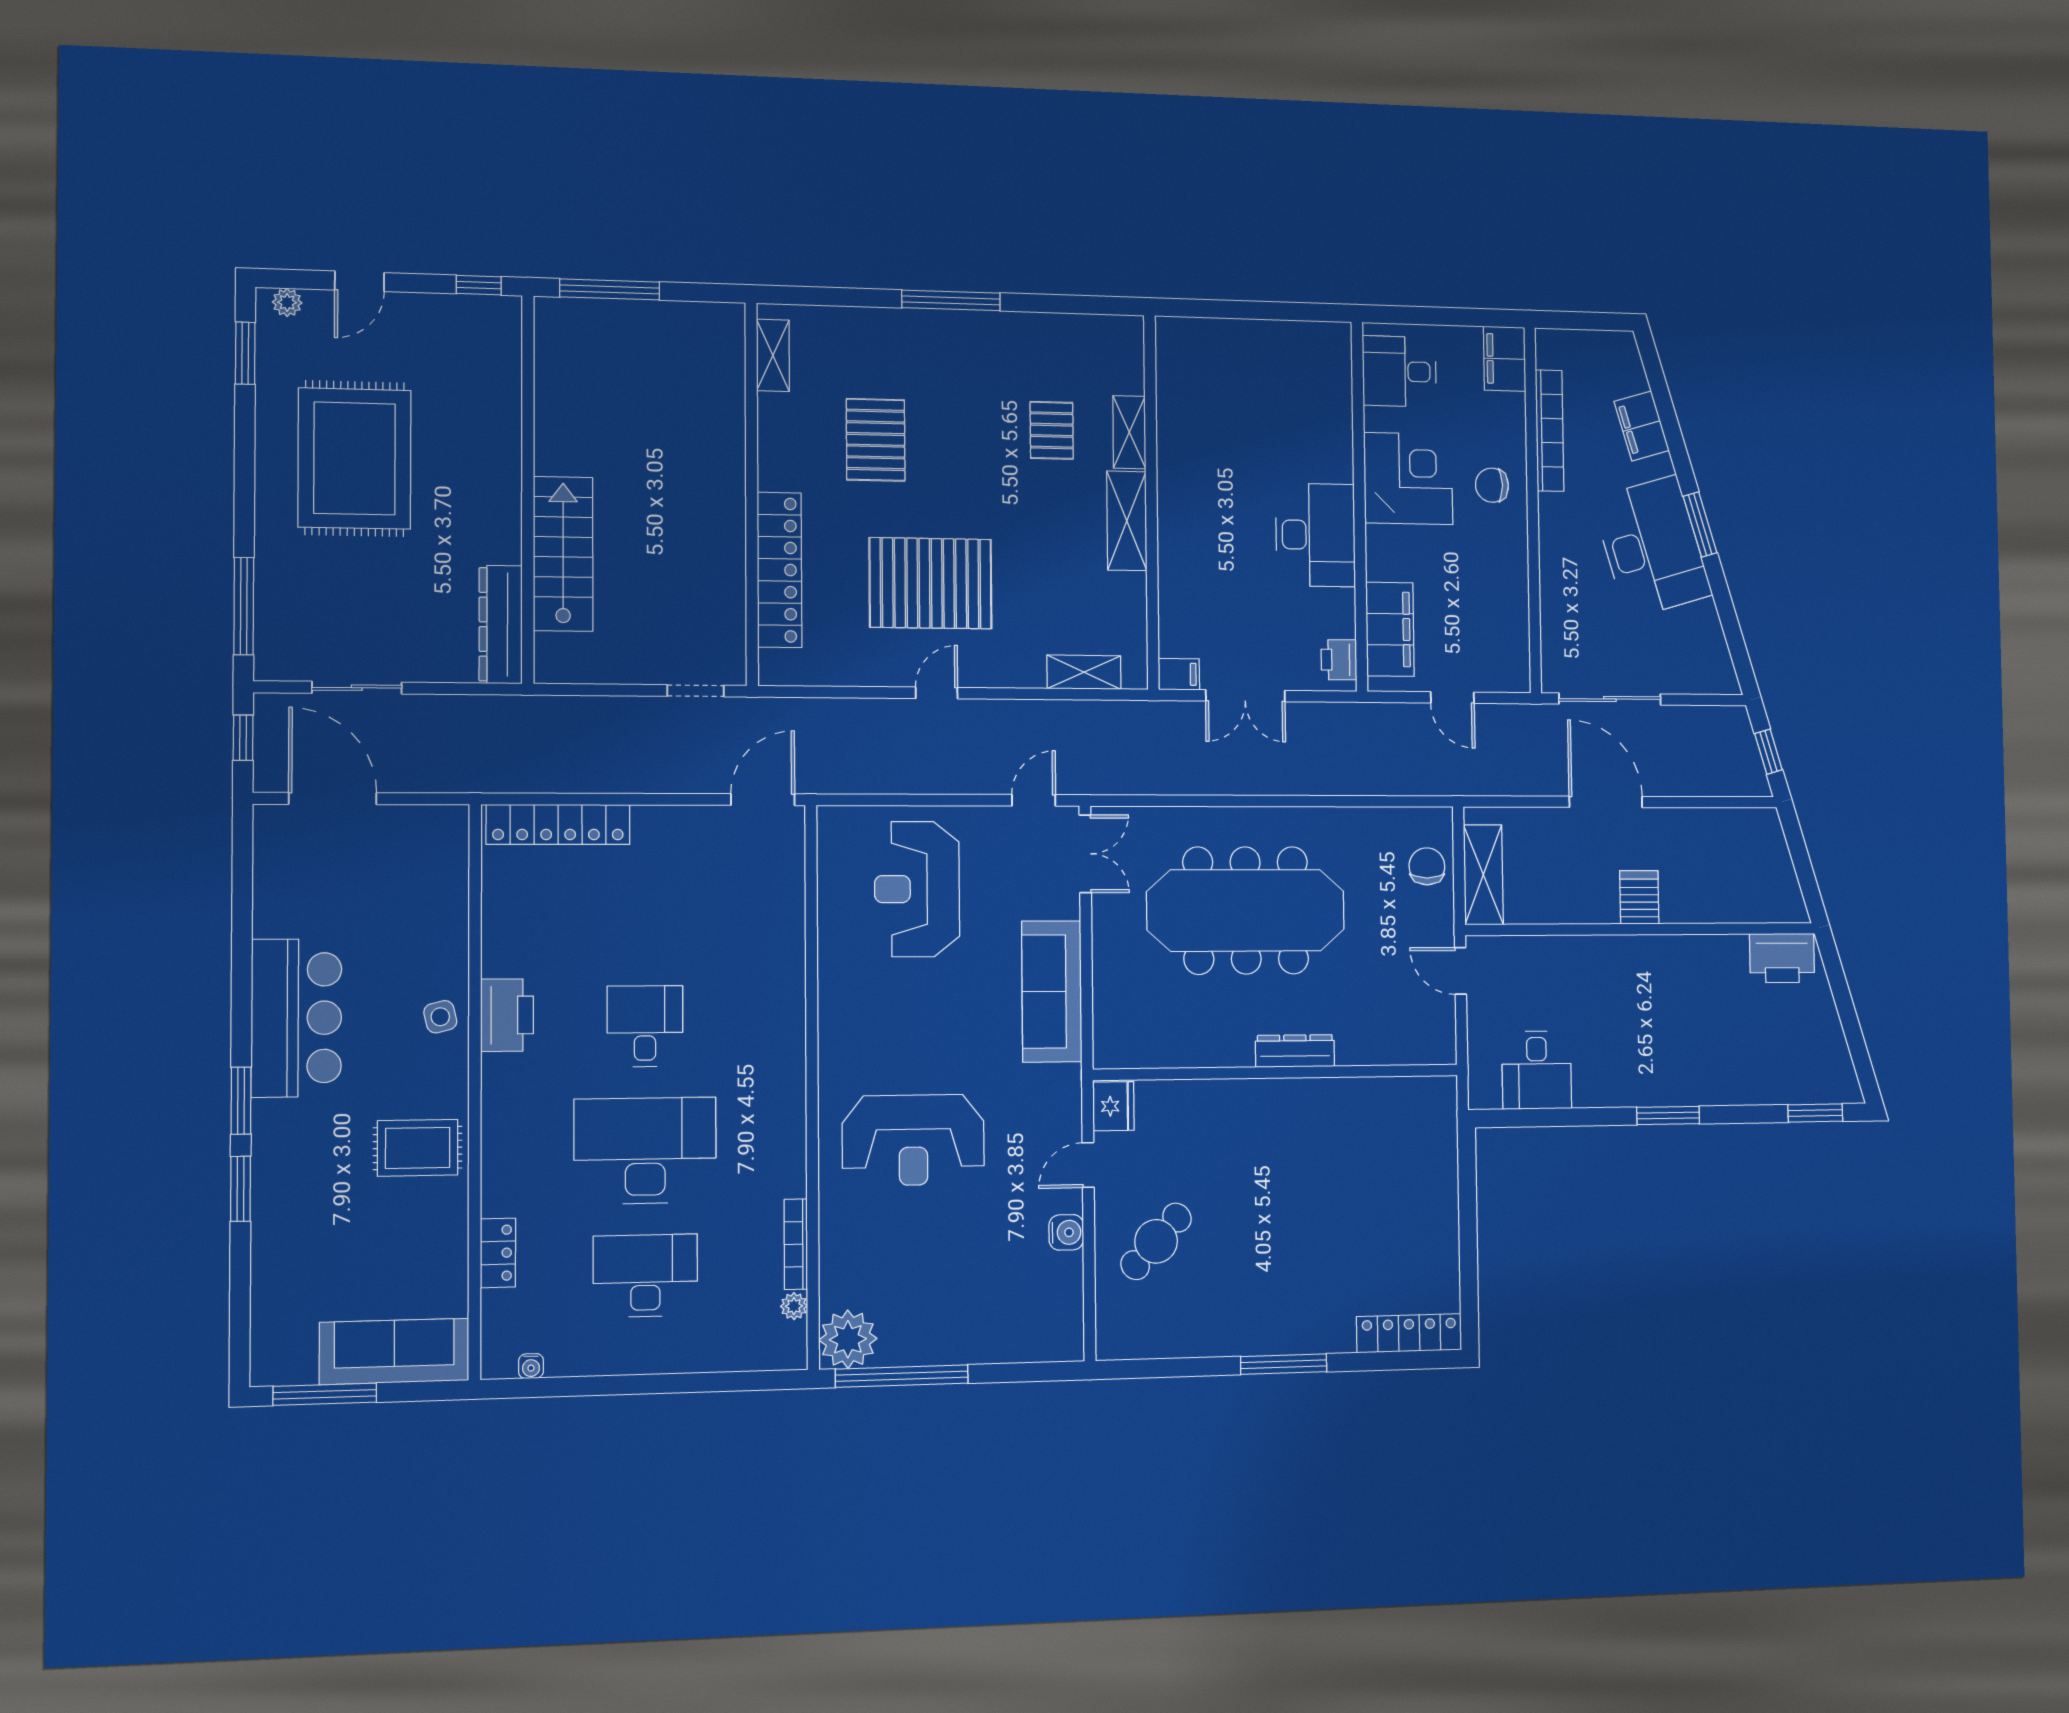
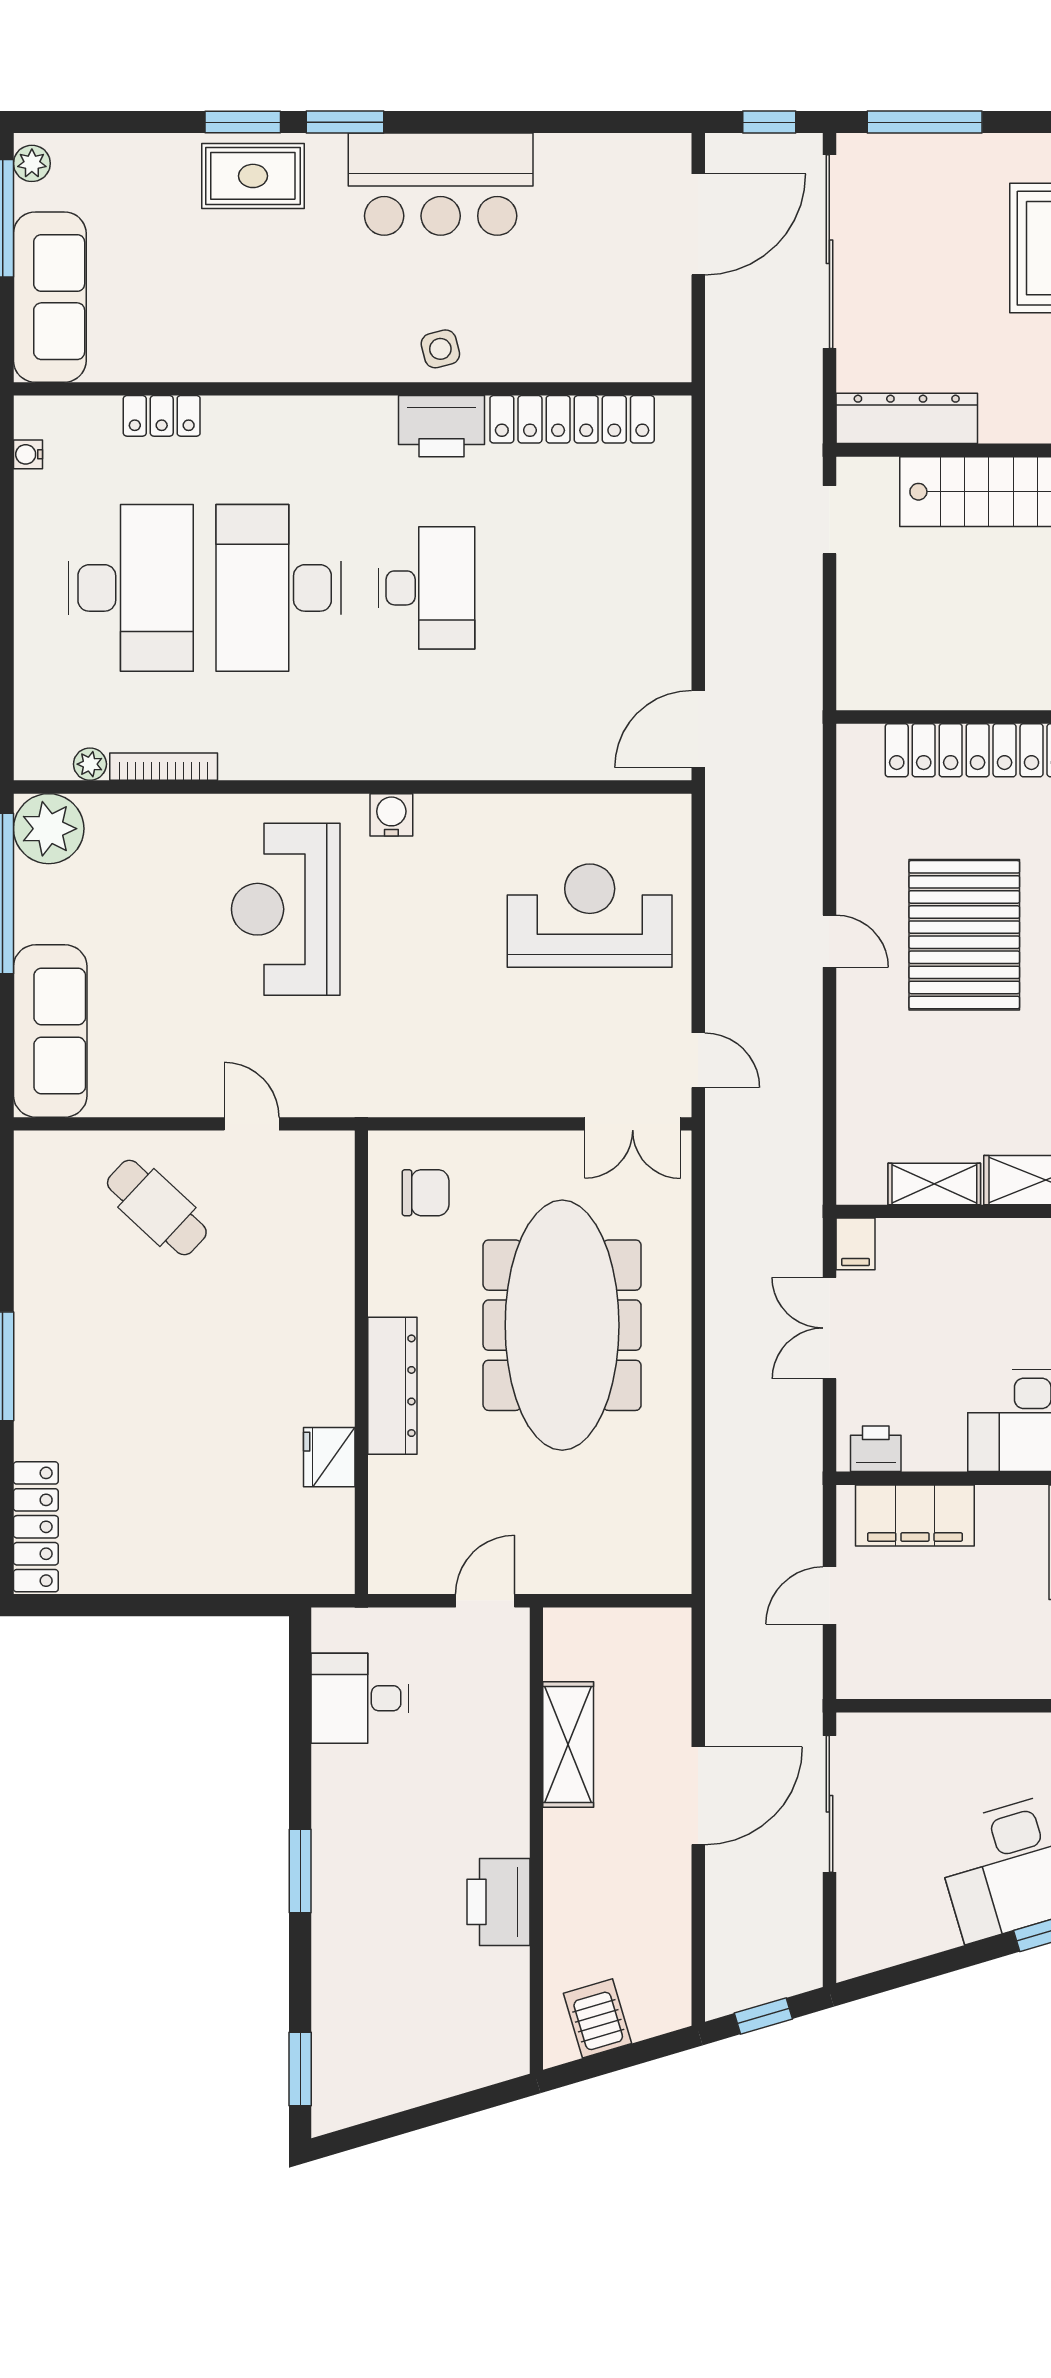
shelving: (1084, 672) -> (934, 1184), moved, turned 90
sliding door: (357, 688) -> (829, 252), width x1.86
doorway: (696, 691) -> (829, 520), moved
door: (763, 800) -> (698, 729), swing flipped
locker: (558, 825) -> (572, 419), moved, turned -90
chair: (1427, 866) -> (426, 1193), moved
shelving: (1483, 875) -> (568, 1745), moved, turned 90
server rack: (1639, 897) -> (597, 2018), moved, turned -106
printer: (1782, 958) -> (498, 1902), moved
sofa: (1052, 991) -> (50, 1031), moved, turned 90
desk: (645, 1026) -> (427, 588), width x1.37
dresser: (1295, 1051) -> (392, 1386), width x1.37, depth x1.24
fridge: (1113, 1106) -> (329, 1457), moved, turned 90
rug: (418, 1148) -> (253, 176), moved, turned 90
desk: (645, 1151) -> (279, 588), turned 180
water cooler: (1066, 1232) -> (391, 815), moved, turned 180
desk: (645, 1276) -> (131, 588), width x1.36, depth x1.30
plant: (276, 1370) -> (32, 163), added

